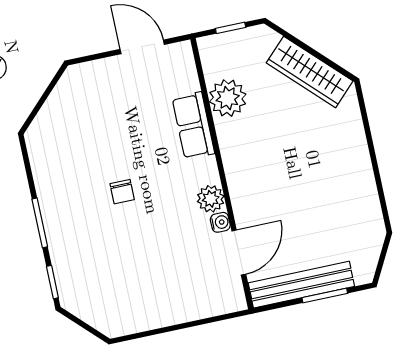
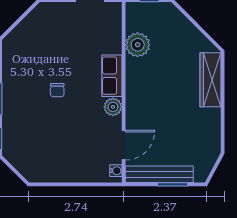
wardrobe: (310, 72) -> (210, 80), moved, turned 45
row of seats: (193, 126) -> (112, 76), moved
water cooler: (220, 222) -> (116, 171), moved

